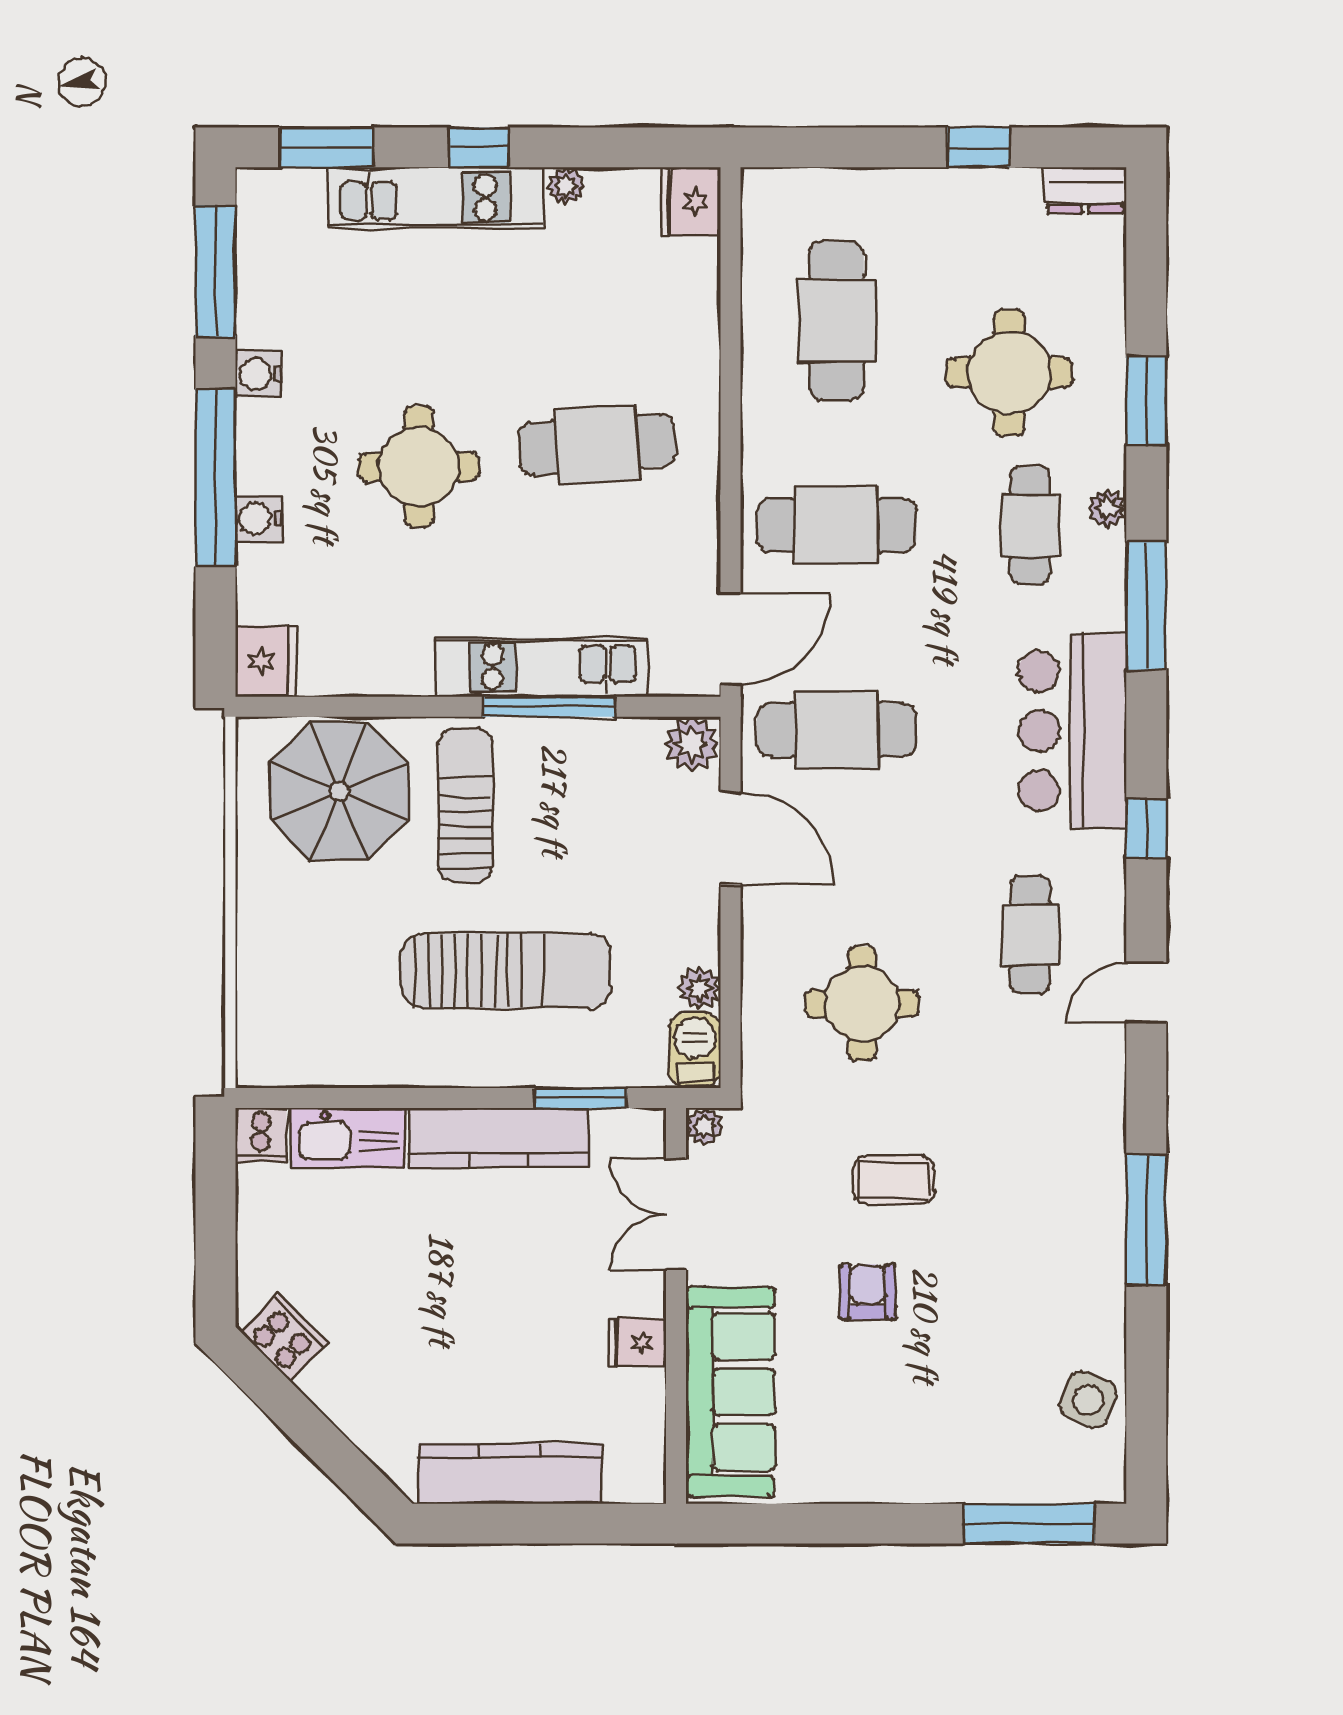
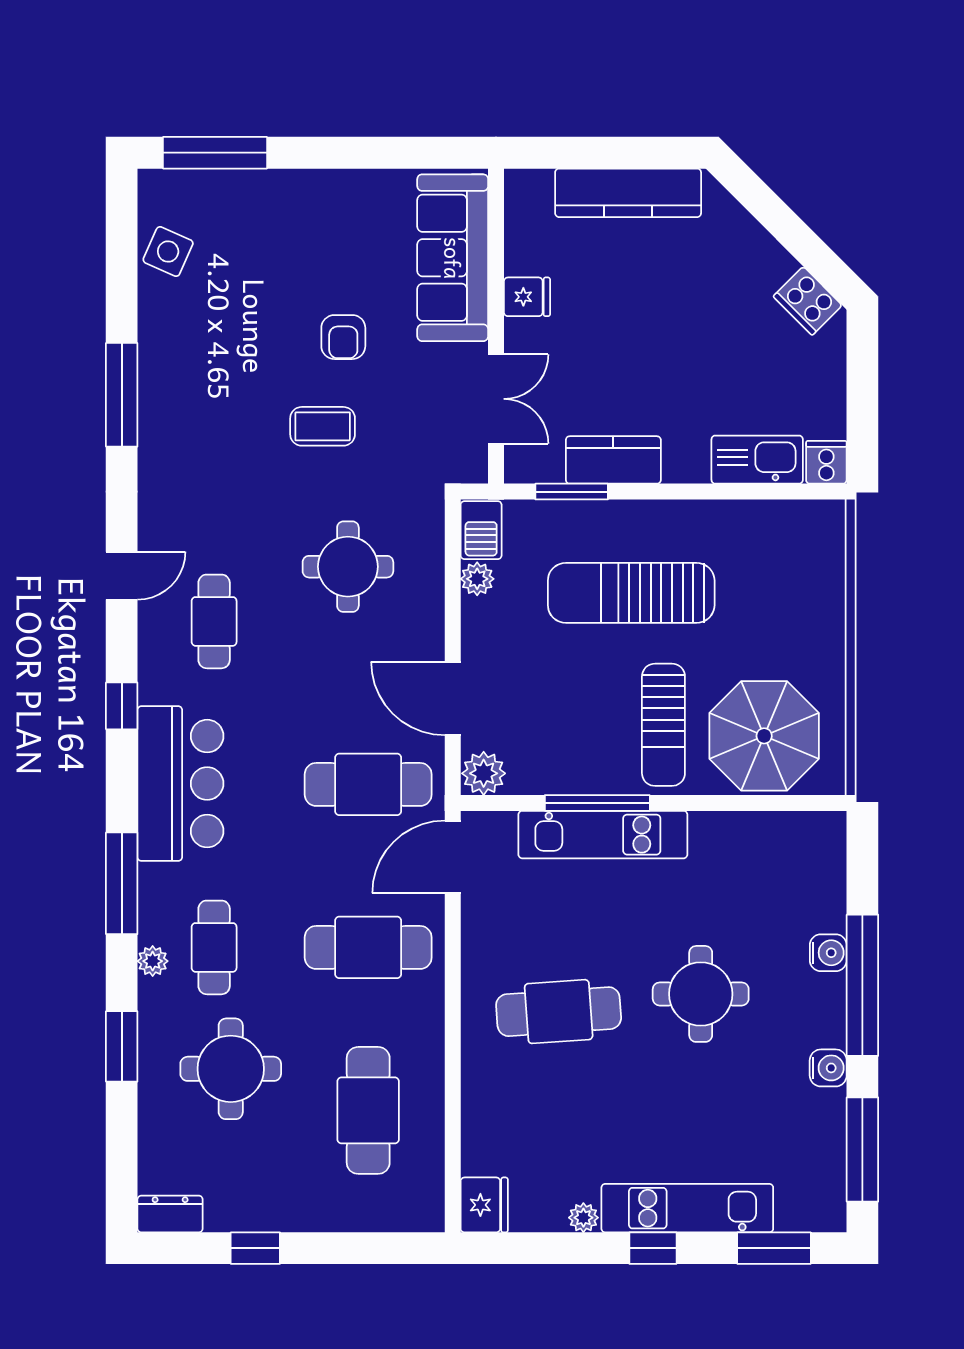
fridge: (266, 661) -> (822, 839), removed
plant: (704, 1126) -> (473, 469), removed
kitchen counter: (499, 1138) -> (613, 460), width x0.67

